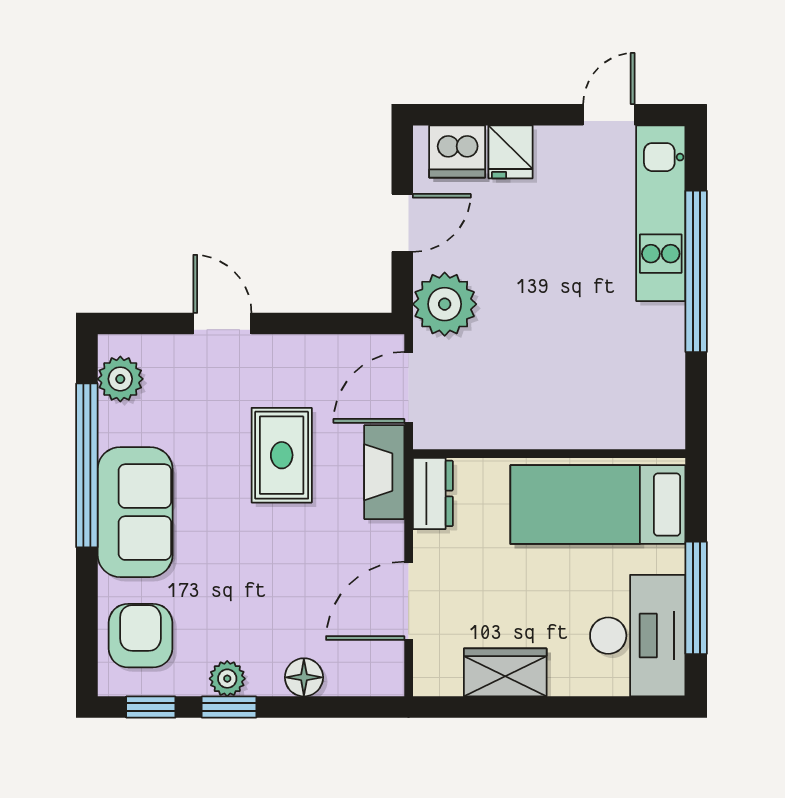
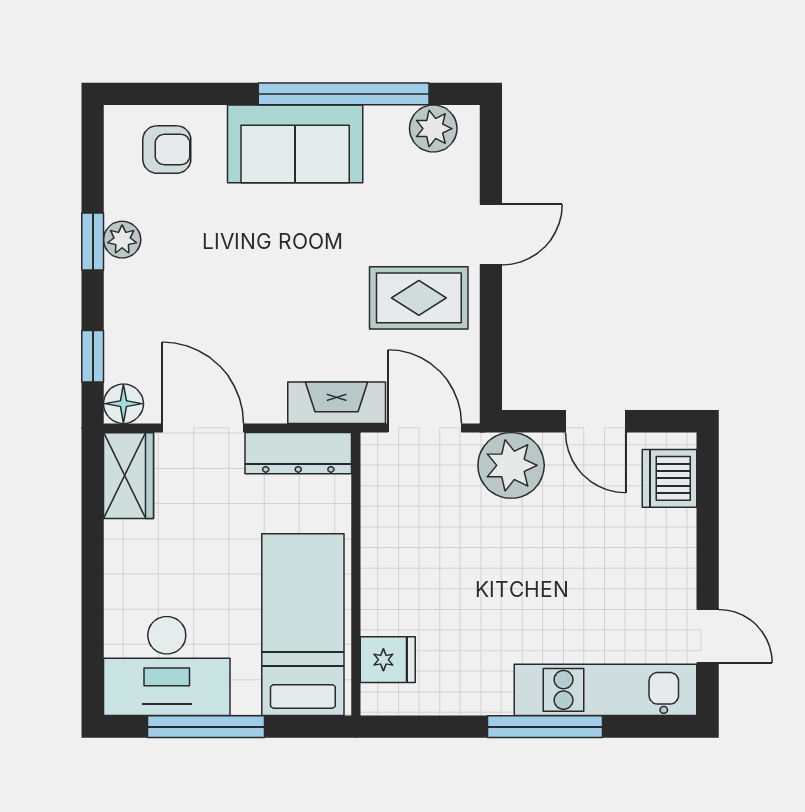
fridge: (511, 152) -> (388, 660), moved, turned 180
window: (696, 271) -> (545, 727), width x0.68
rug: (282, 455) -> (419, 298), moved
dresser: (433, 493) -> (298, 453), width x1.44
armchair: (140, 636) -> (167, 150), width x0.72, depth x0.72
wardrobe: (505, 672) -> (129, 476), moved
floor lamp: (304, 677) -> (123, 404), moved
window: (151, 707) -> (93, 356), moved

